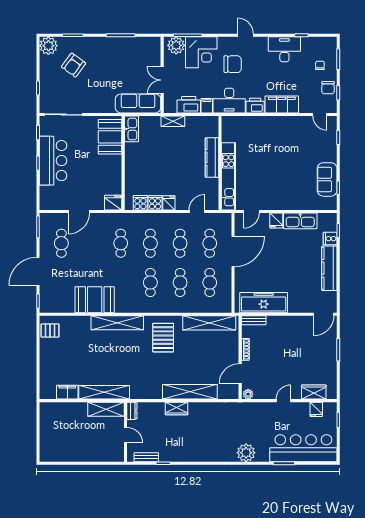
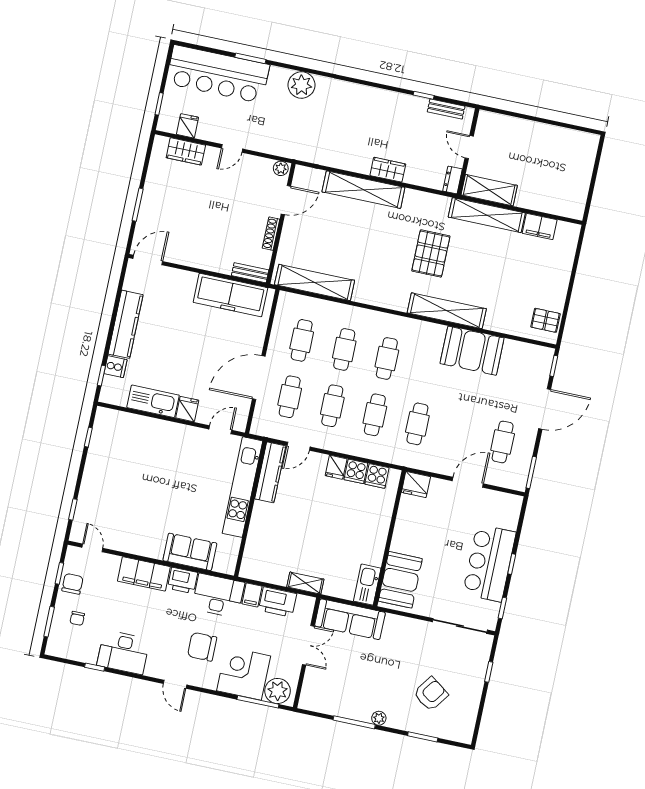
plant: (48, 46) -> (379, 718), moved, width x0.53, depth x0.53
kitchen counter: (212, 157) -> (270, 472), moved
sofa: (327, 179) -> (190, 552), moved, turned -90
pallet: (163, 338) -> (431, 253), moved

